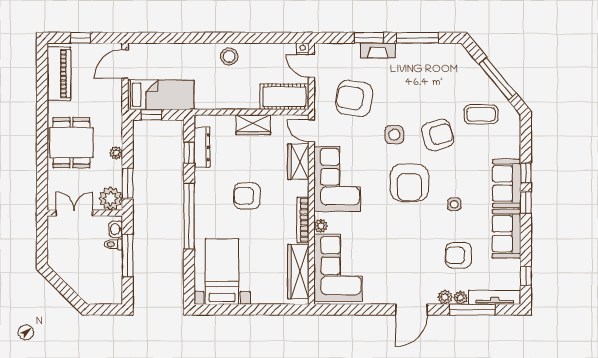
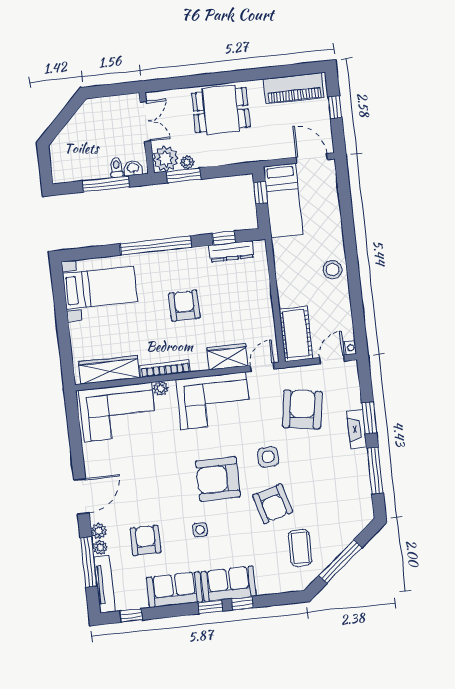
wardrobe: (253, 125) -> (262, 304), removed
plant: (116, 153) -> (187, 162), moved
door: (412, 310) -> (81, 496), swing flipped

